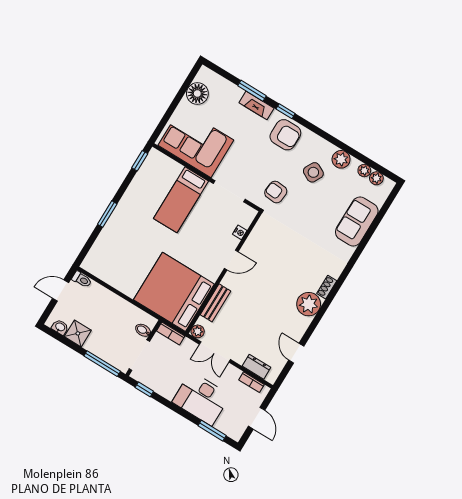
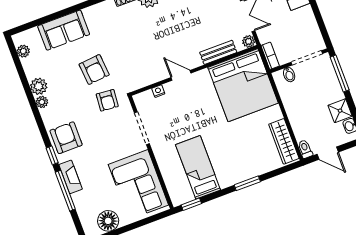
window: (252, 91) -> (65, 191), width x1.44
plant: (364, 171) -> (42, 102), moved
side table: (313, 172) -> (67, 93), removed
bed: (181, 200) -> (198, 167), moved, turned -90
armchair: (306, 209) -> (94, 70), added
wardrobe: (104, 272) -> (284, 141), added
window: (144, 389) -> (323, 29), removed

